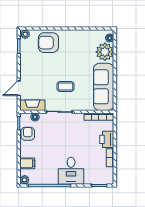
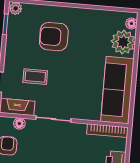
armchair: (48, 43) -> (54, 37), moved
coffee table: (66, 87) -> (35, 77), moved

